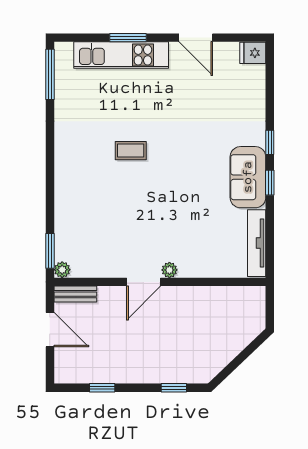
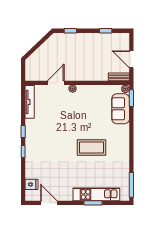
door: (196, 38) -> (49, 203), moved
fridge: (253, 53) -> (32, 184), moved
coffee table: (131, 151) -> (92, 147), width x1.86, depth x1.72
sofa: (248, 177) -> (121, 109), moved, turned 180
door: (144, 282) -> (56, 83), moved

